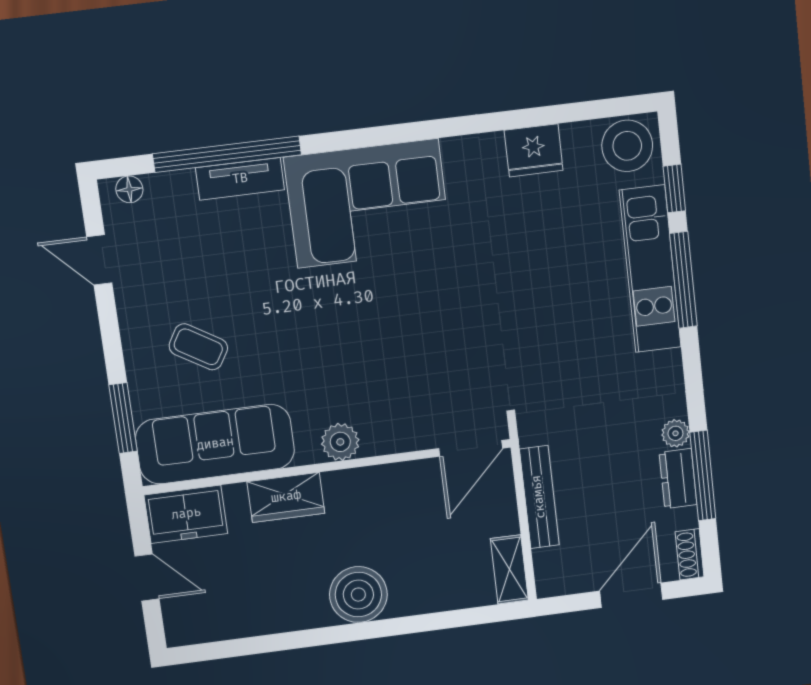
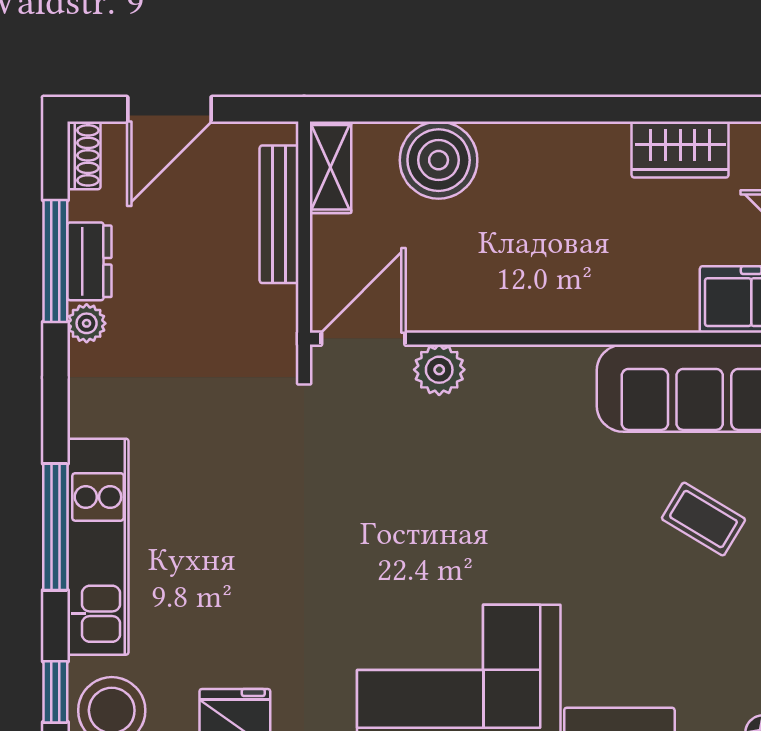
window: (674, 188) -> (55, 692), moved
plant: (340, 442) -> (439, 370), moved
wardrobe: (286, 497) -> (680, 149), moved, turned 180
bench: (539, 497) -> (279, 214), moved
boiler: (358, 595) -> (439, 160), moved

